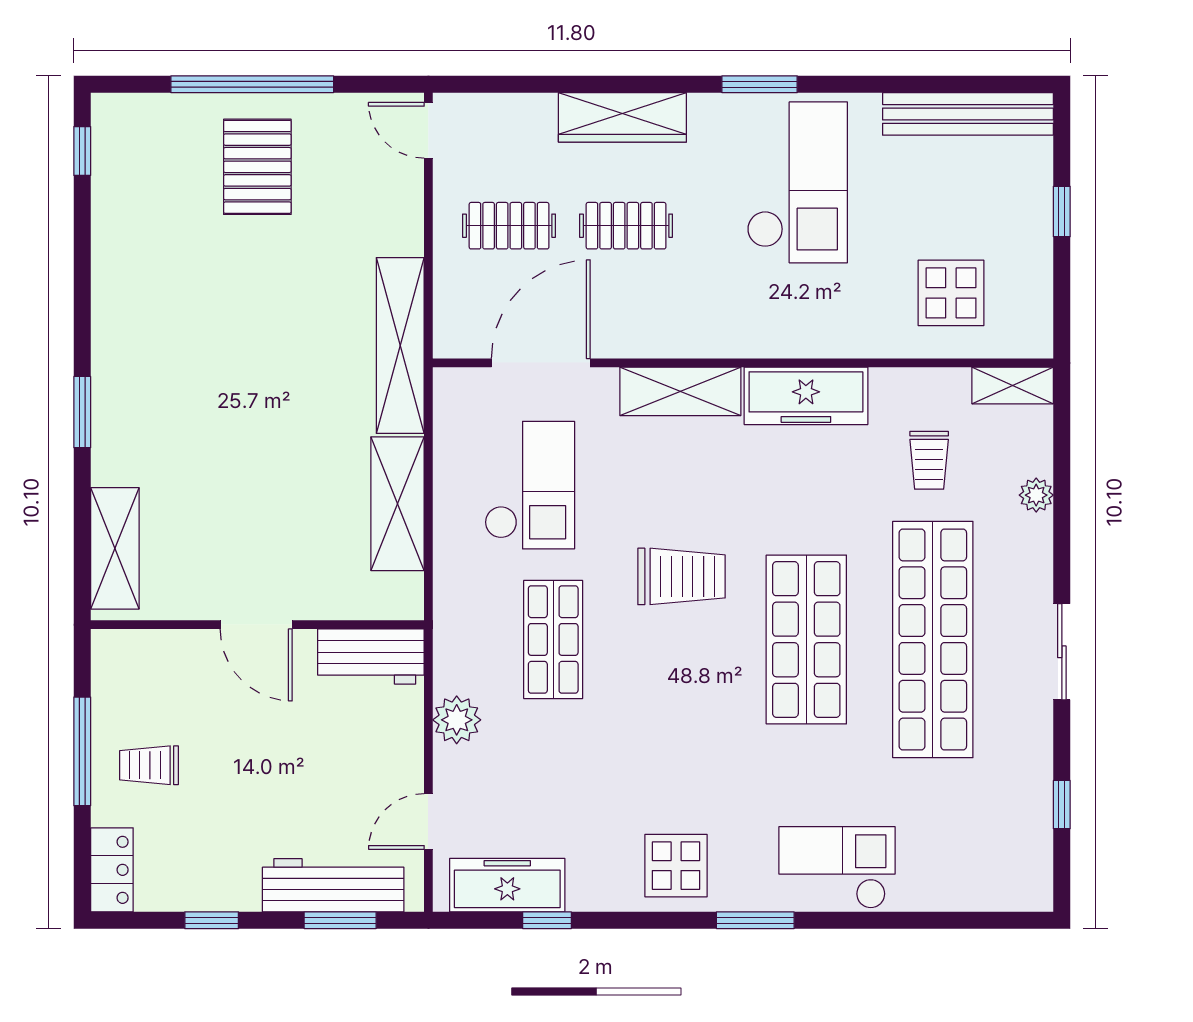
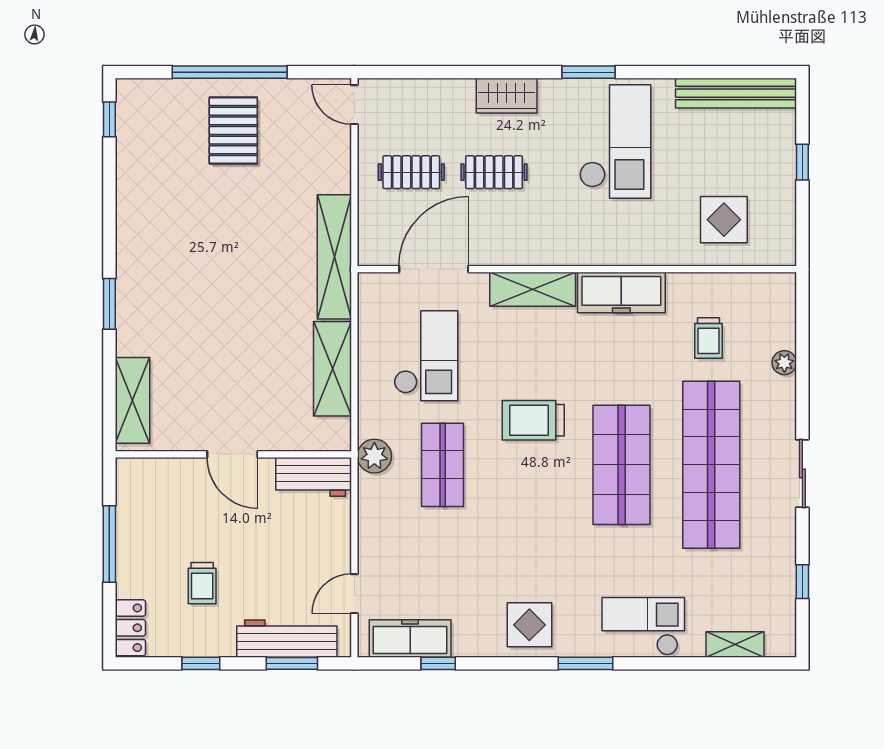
wardrobe: (622, 117) -> (507, 96), width x0.67
shelving: (1013, 386) -> (735, 645), moved
trolley: (681, 576) -> (533, 420), turned 180
plant: (457, 720) -> (374, 456), moved
trolley: (149, 765) -> (202, 583), moved, turned -90

